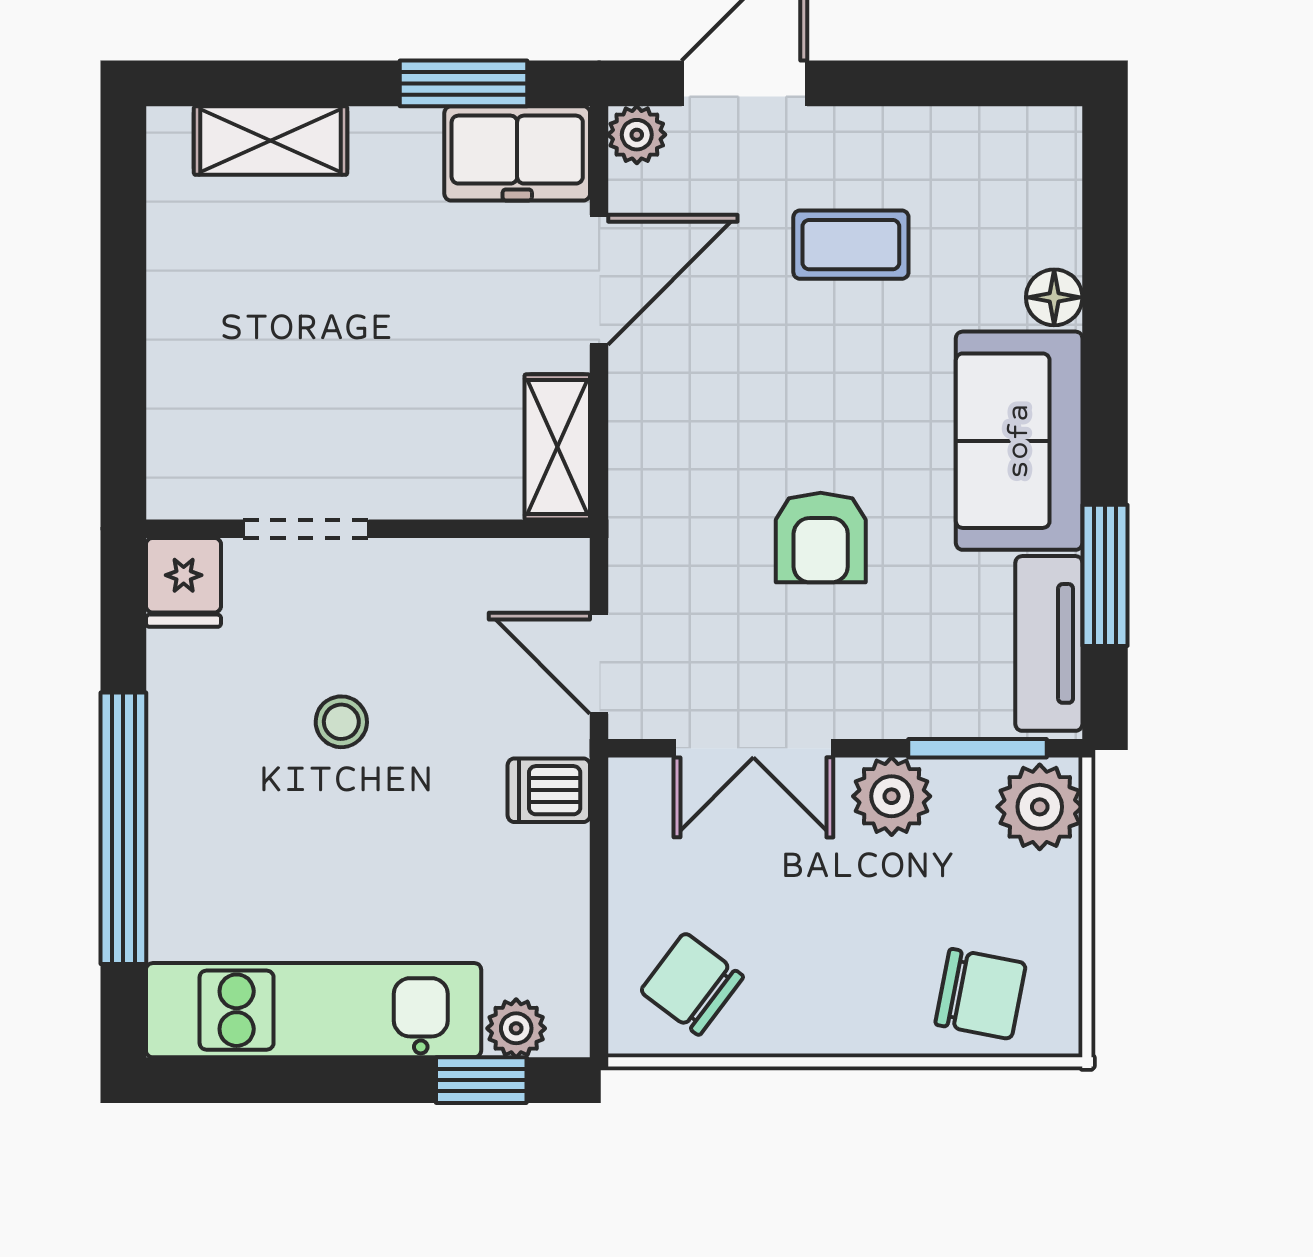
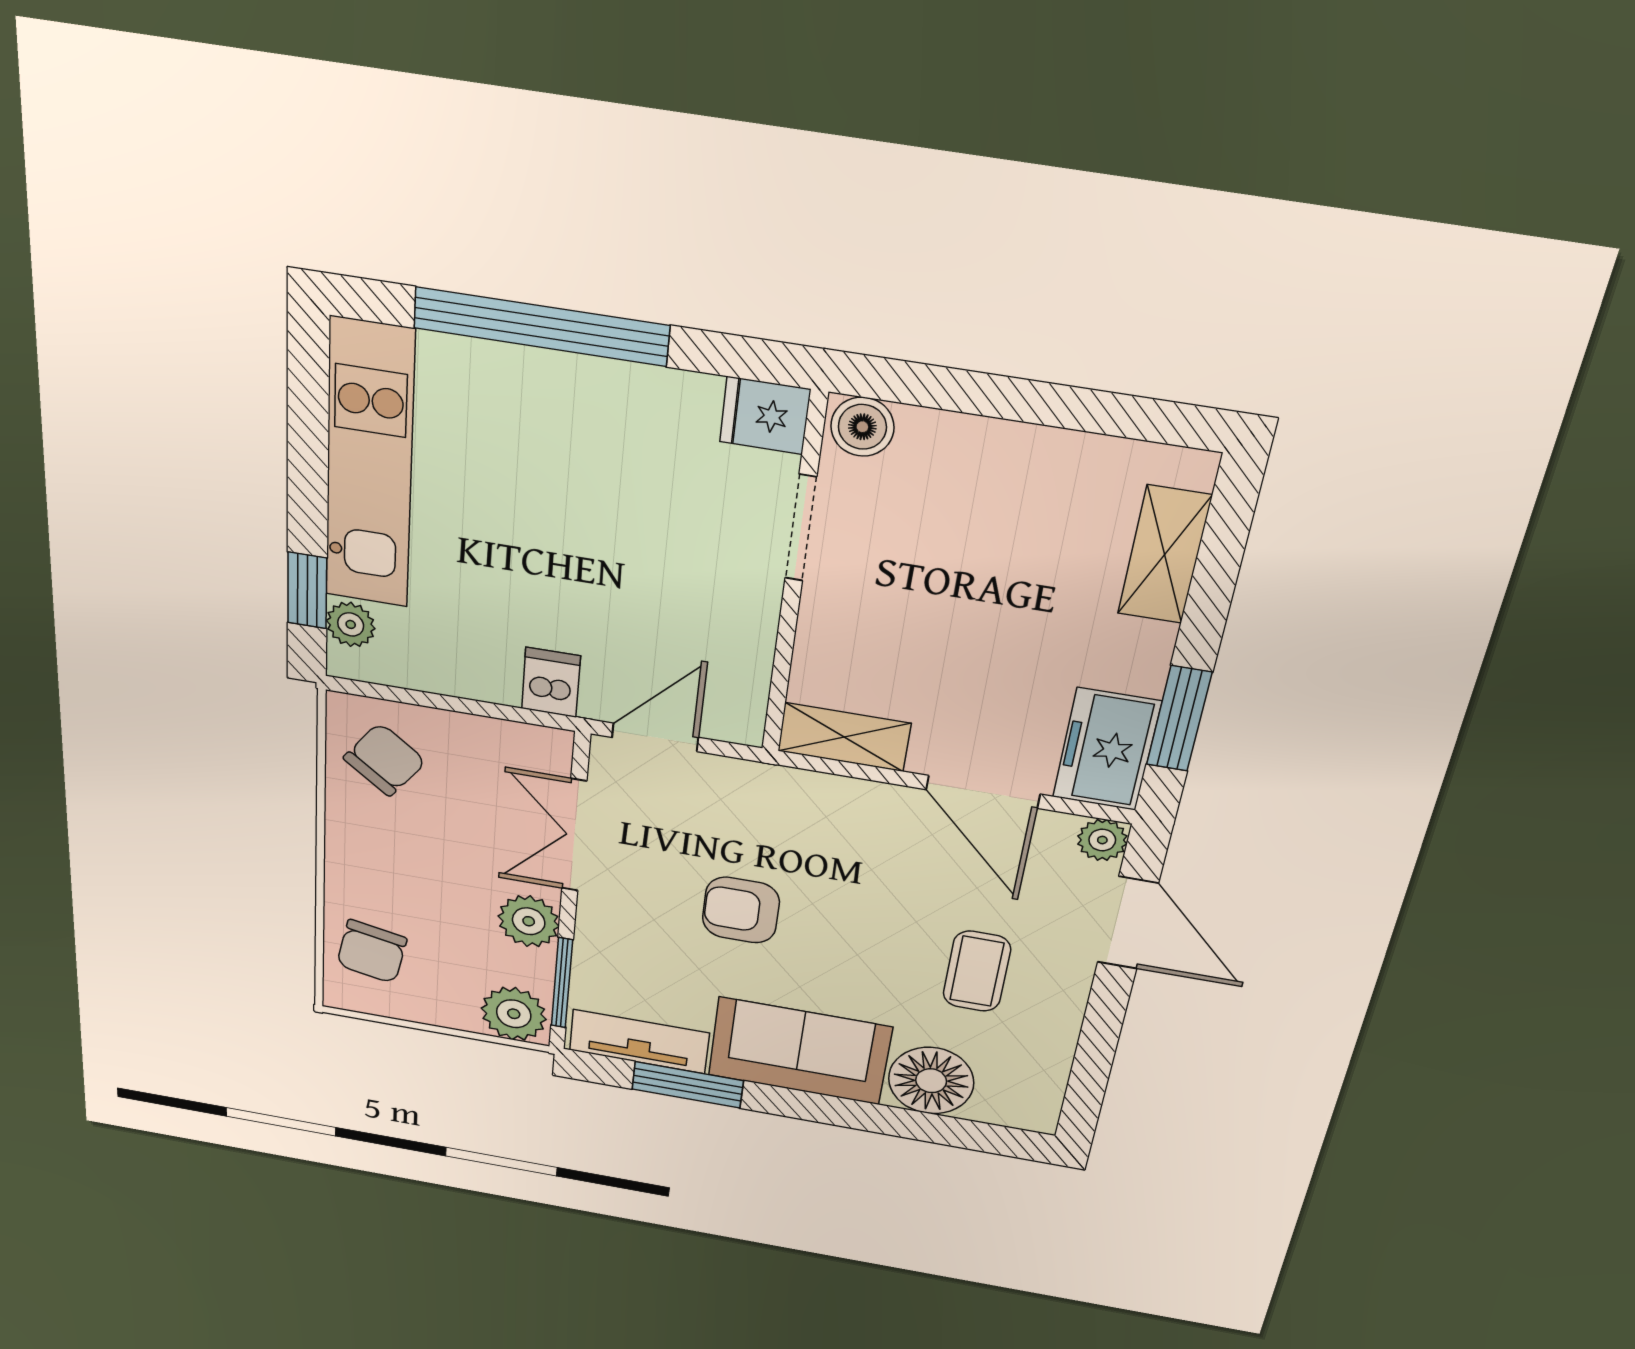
floor lamp: (1054, 297) -> (931, 1081), width x1.89, depth x1.89
boiler: (179, 479) -> (862, 427), added
stool: (341, 722) -> (624, 529), removed

